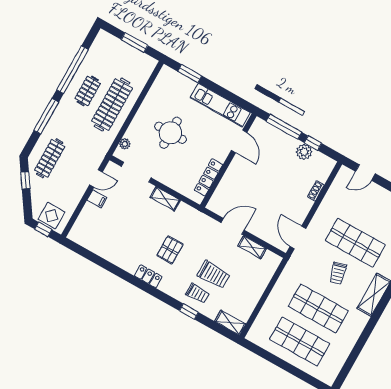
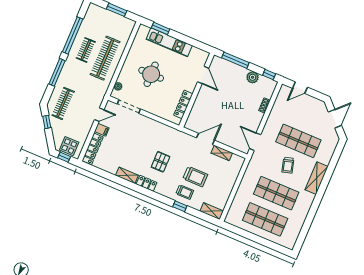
kitchen unit: (220, 105) -> (169, 42), moved
window: (313, 143) -> (269, 75), moved
shelving: (165, 199) -> (127, 175), moved
locker: (82, 223) -> (93, 149), added

